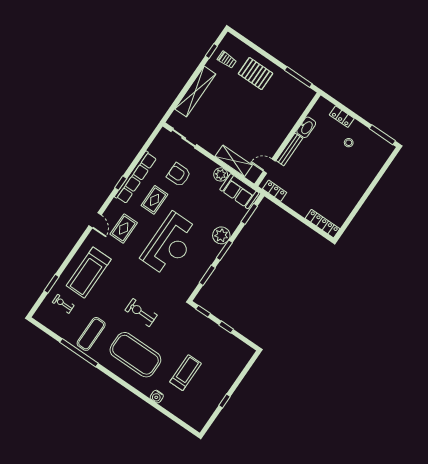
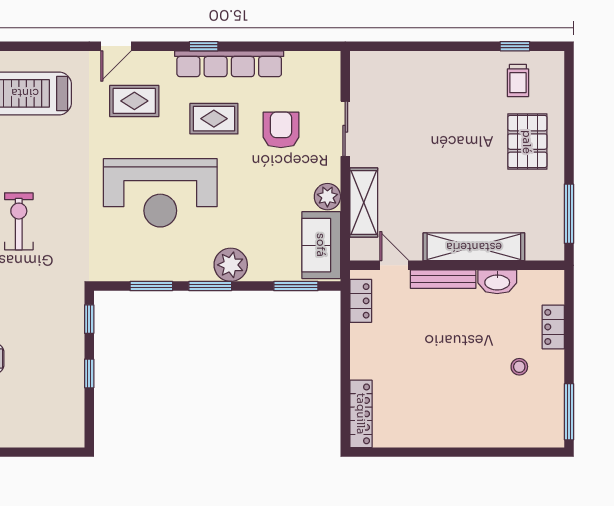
shelving: (195, 91) -> (474, 247), moved
sliding door: (184, 138) -> (345, 129), moved

